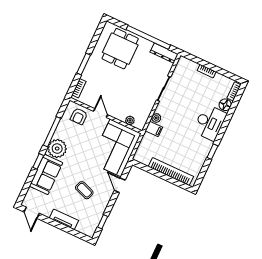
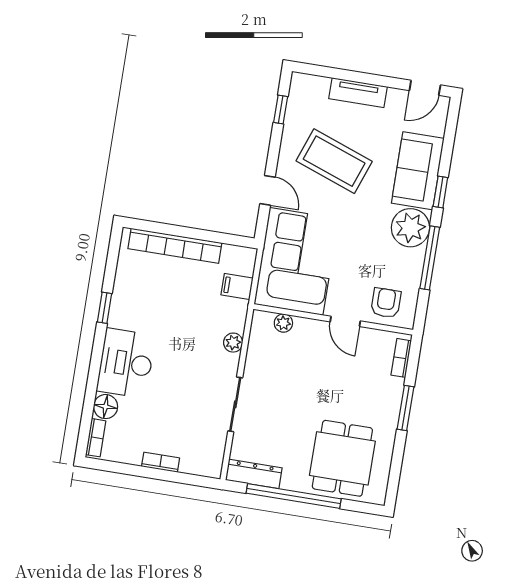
filing cabinet: (154, 129) -> (237, 286), moved
coffee table: (84, 190) -> (334, 161), width x1.86, depth x1.72
door: (32, 213) -> (425, 88), swing flipped

